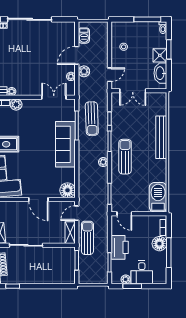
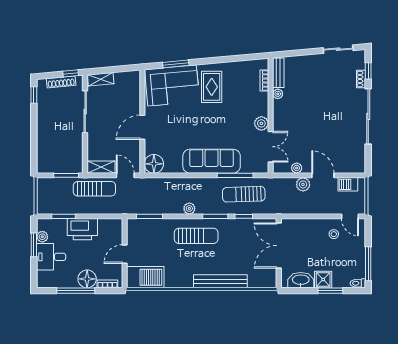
door: (109, 75) -> (350, 216), moved
double door: (133, 91) -> (279, 246), width x1.37
plant: (16, 105) -> (261, 123), moved
door: (124, 214) -> (125, 254), moved

